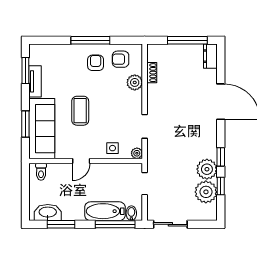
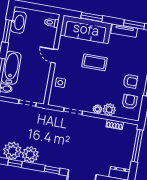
window: (187, 40) -> (137, 146), moved
plant: (137, 153) -> (97, 109), moved
window: (221, 157) -> (52, 170), moved

